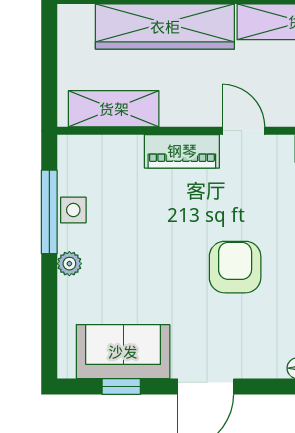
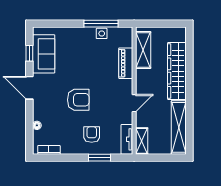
piano: (182, 151) -> (126, 63), moved
plant: (69, 264) -> (80, 32), removed

